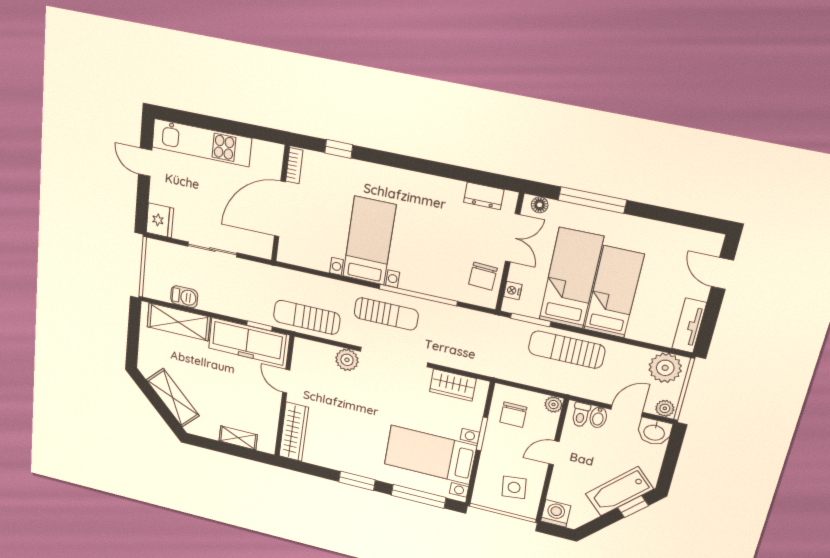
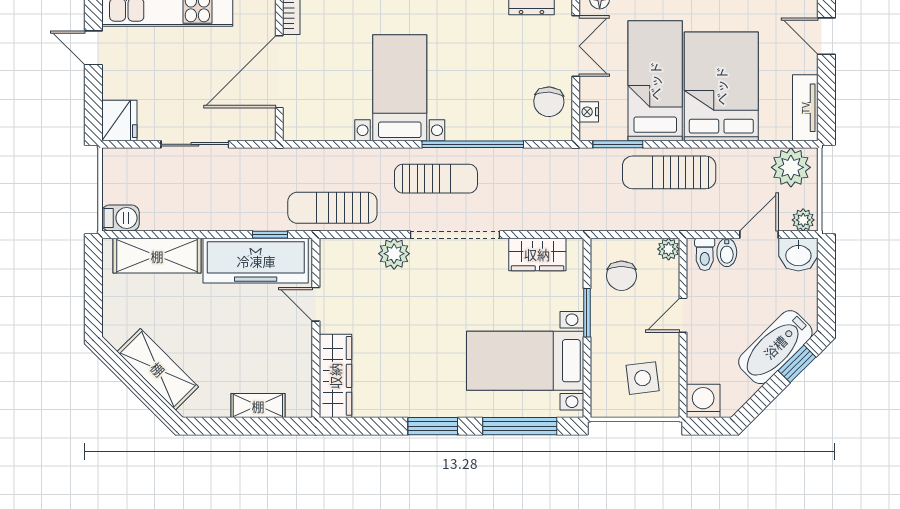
bed: (614, 292) -> (721, 86), width x1.50
barbecue: (184, 297) -> (120, 218), moved

